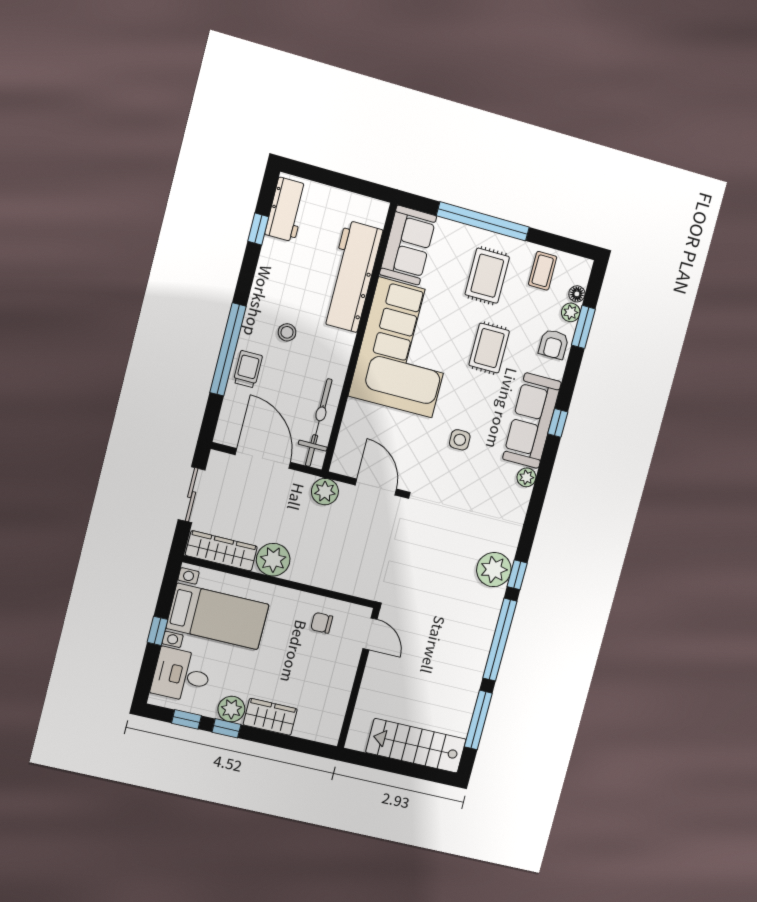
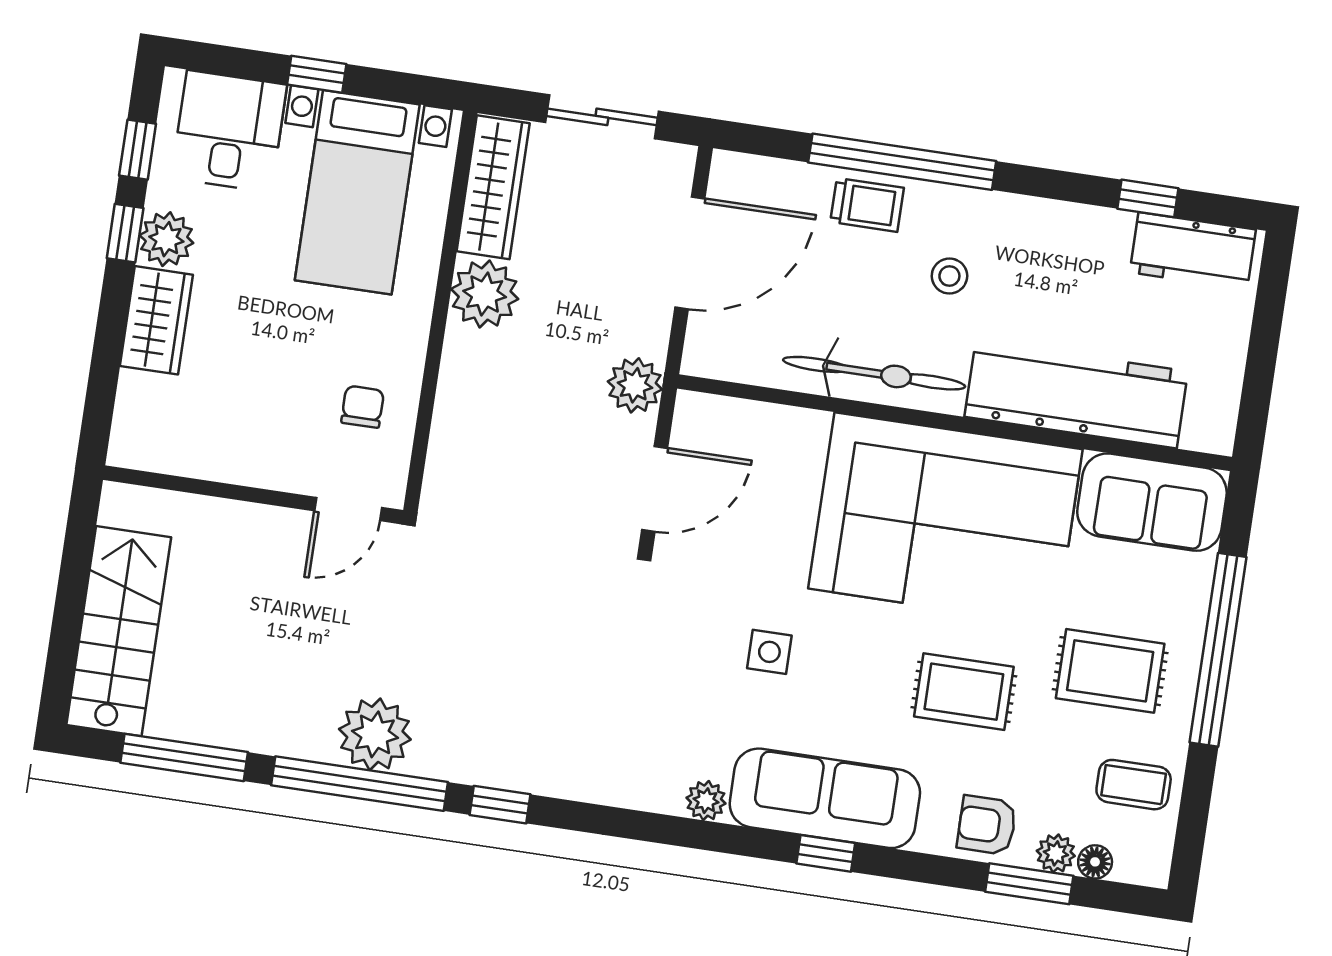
bicycle: (319, 423) -> (874, 373), moved
plant: (494, 570) -> (375, 734), moved

